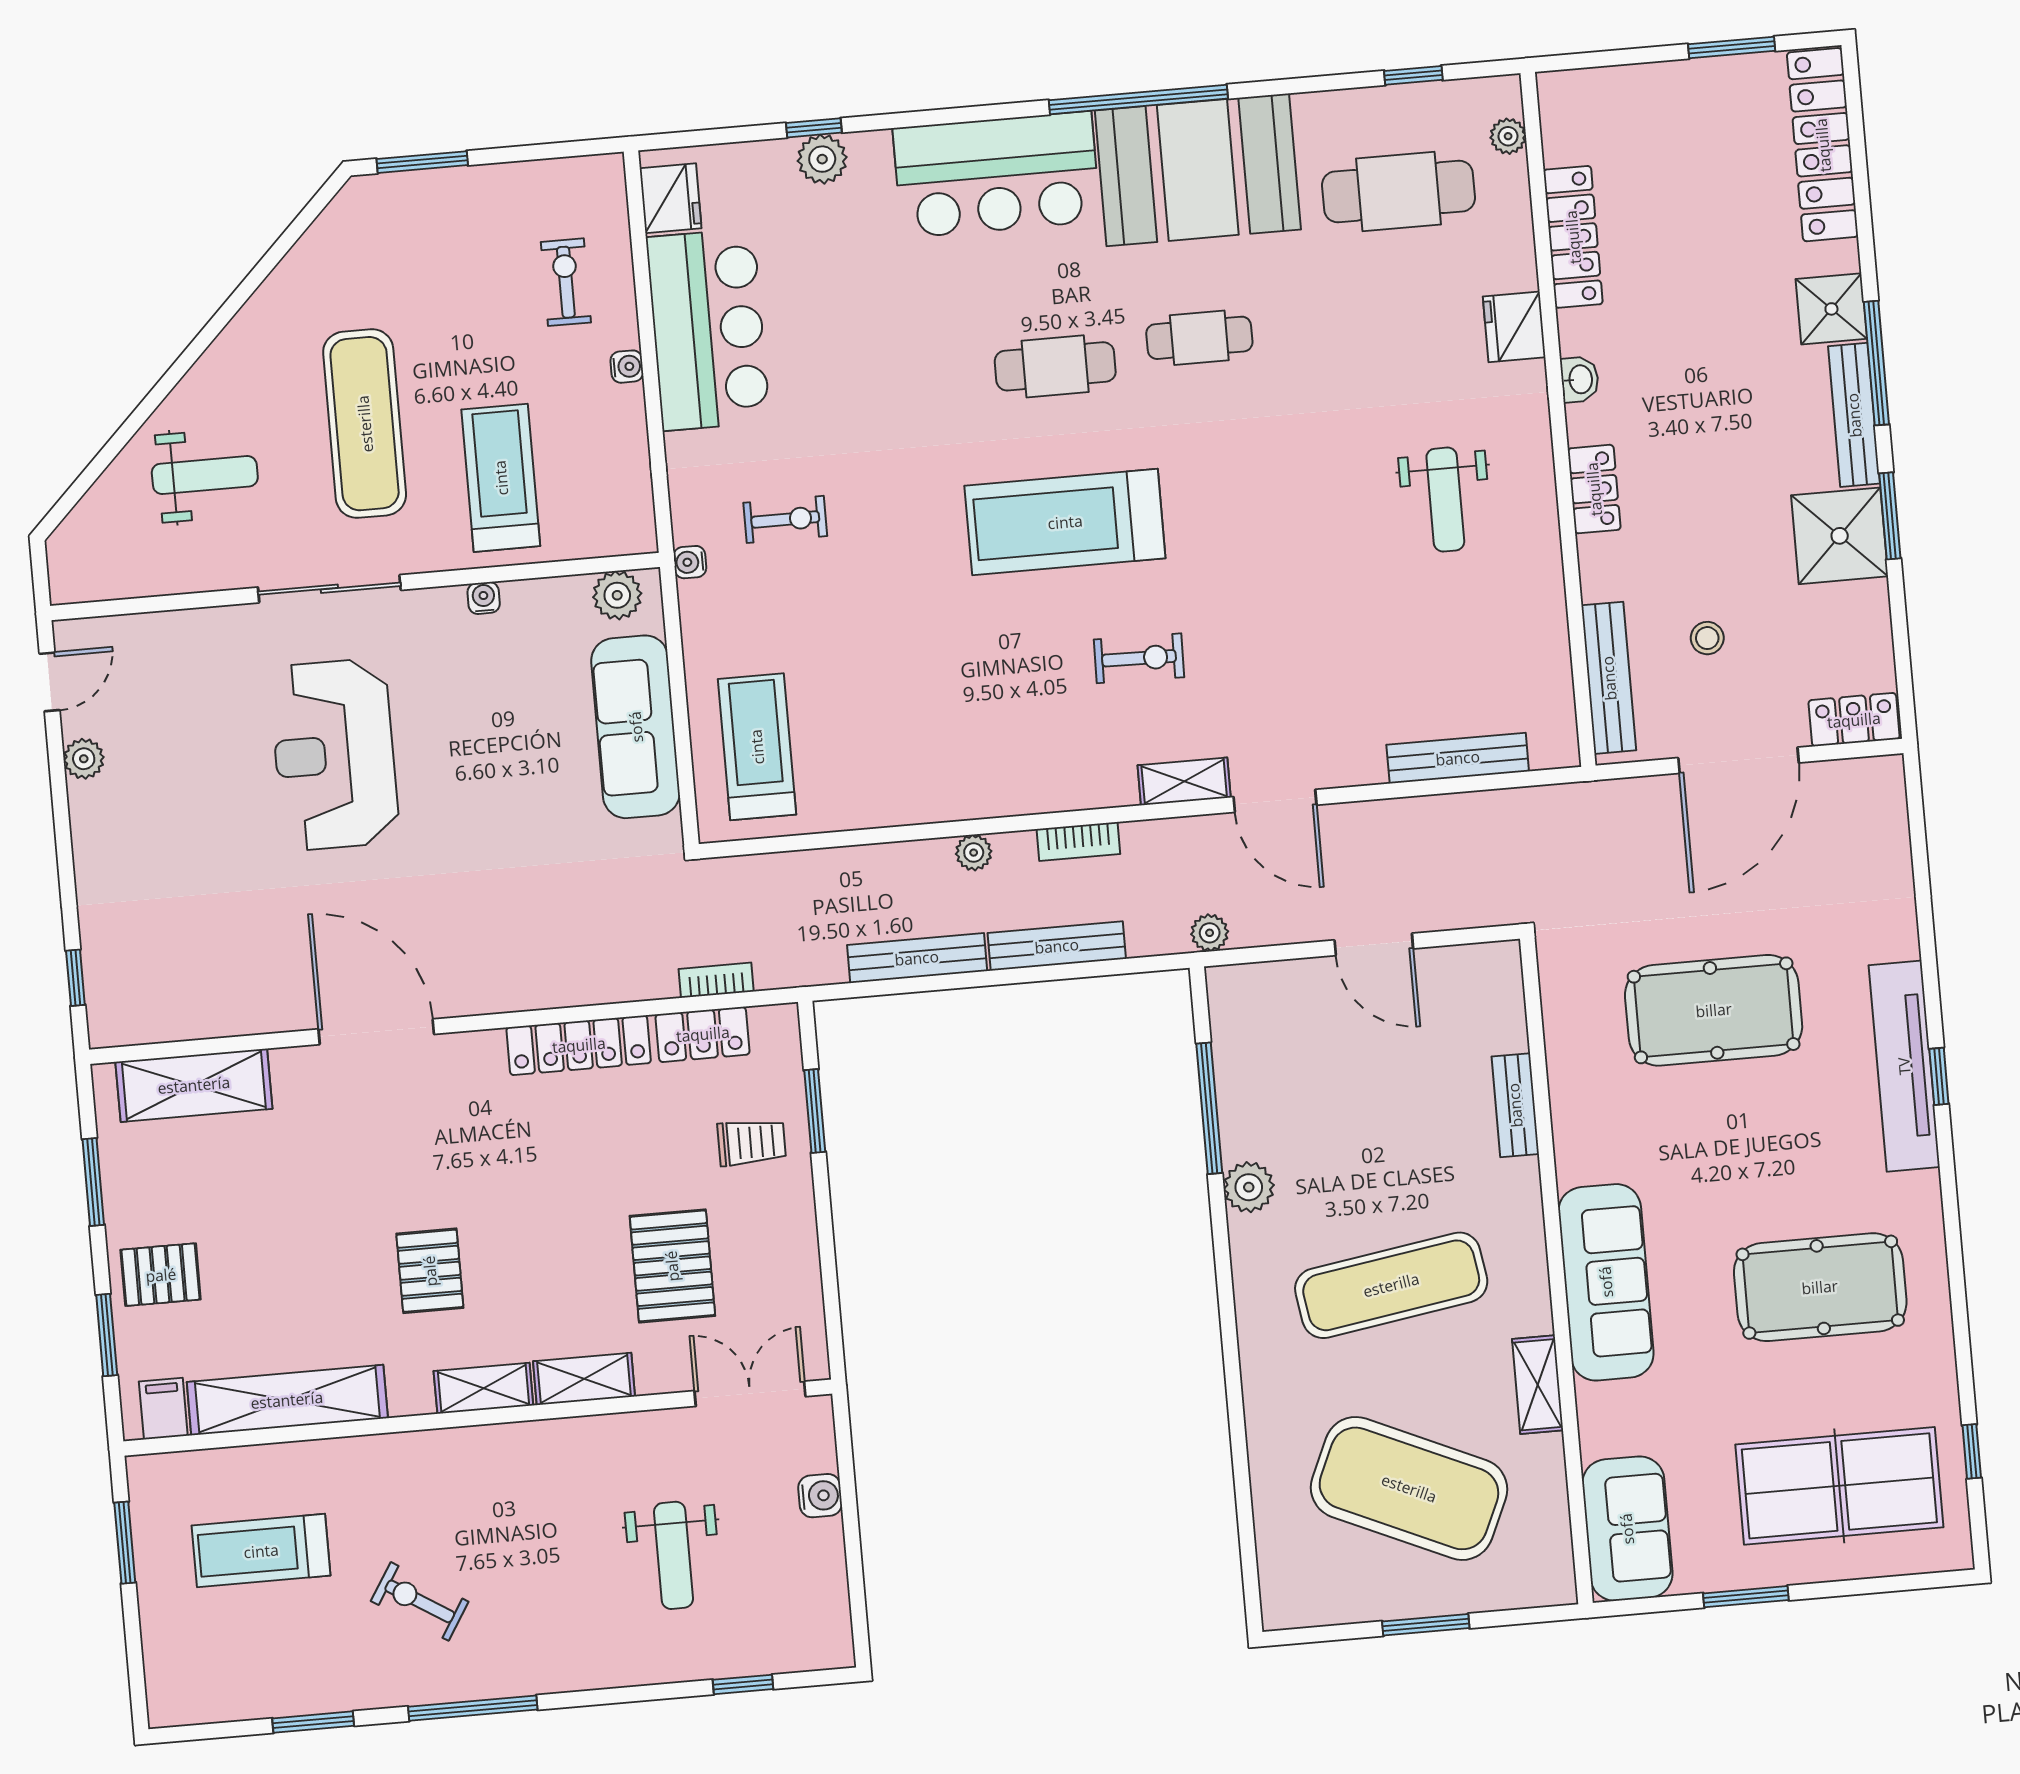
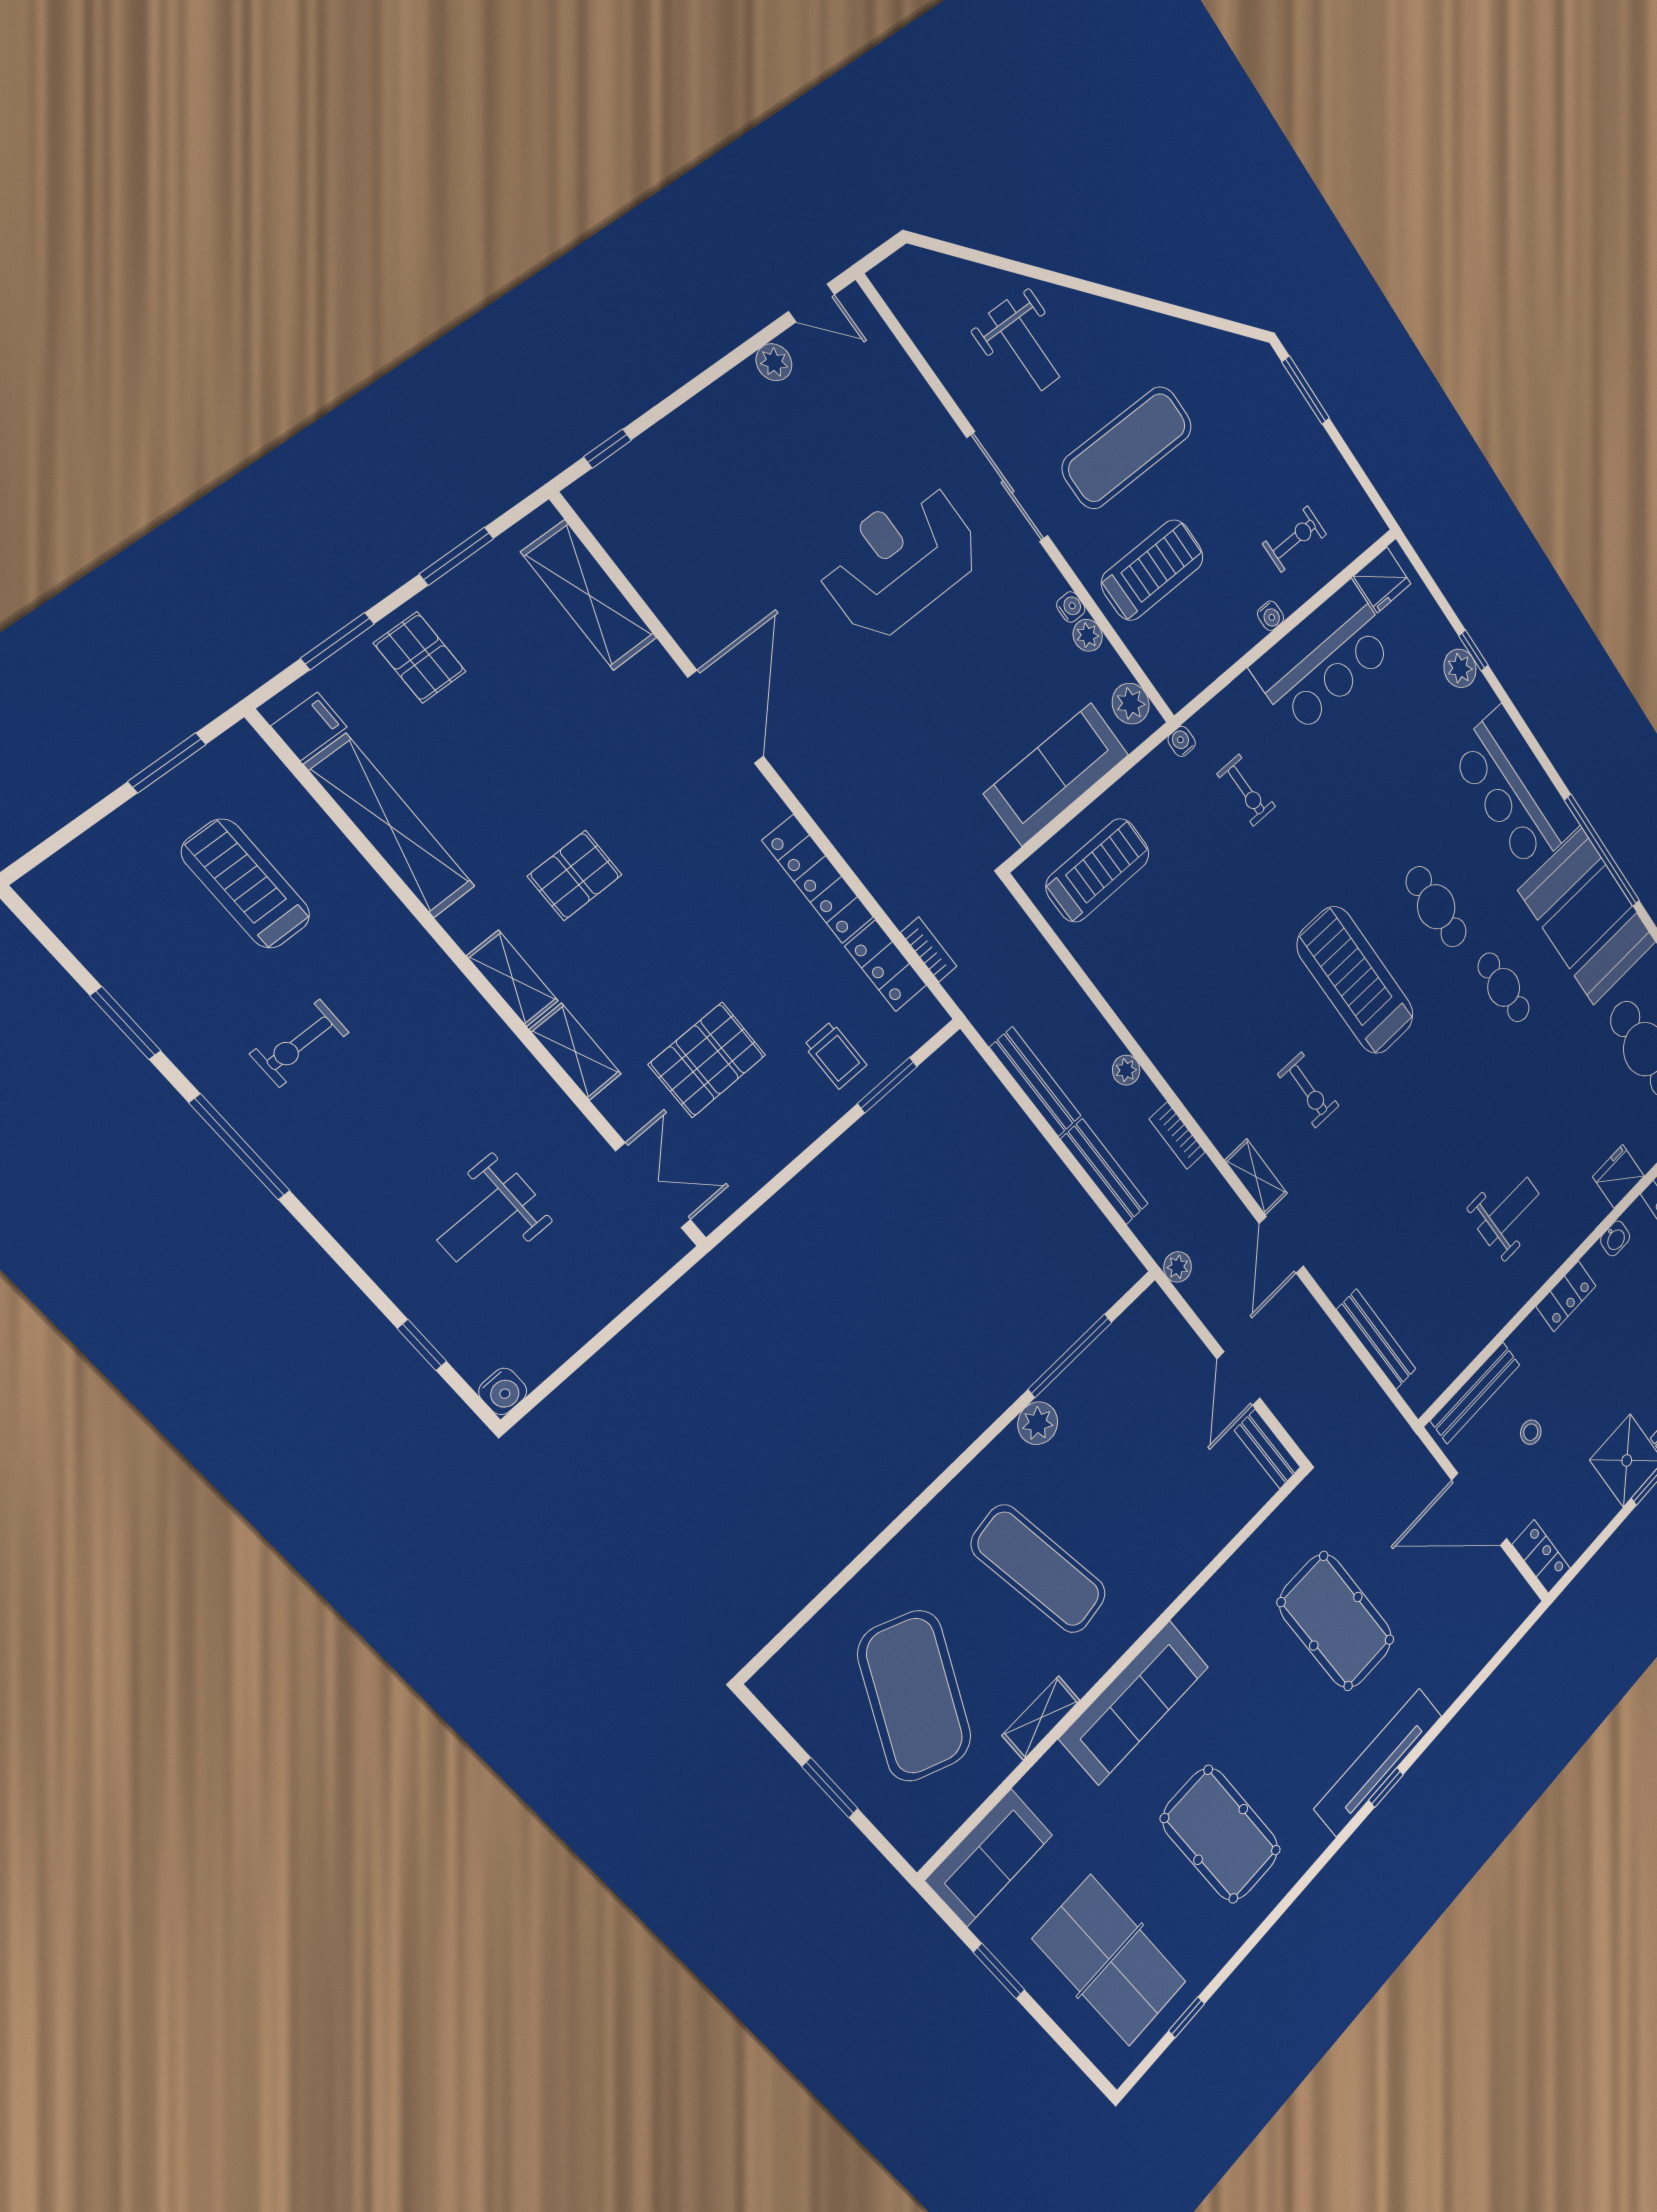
weight bench: (1445, 500) -> (1509, 1211), turned 180
plant: (522, 598) -> (1088, 635), added
bench: (1515, 1105) -> (1267, 1449), moved, turned 90
water cooler: (820, 1496) -> (503, 1391), moved
exercise bike: (420, 1601) -> (300, 1043), turned -122

